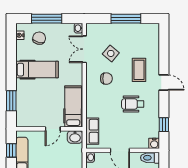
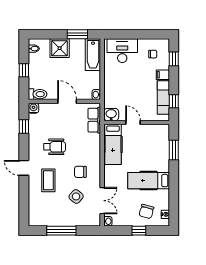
window: (47, 19) -> (139, 231), width x0.46
door: (53, 129) -> (133, 122), hinge flipped

